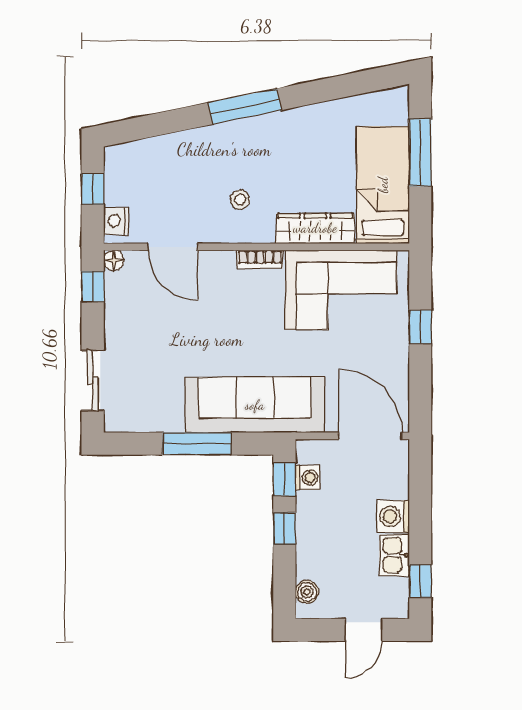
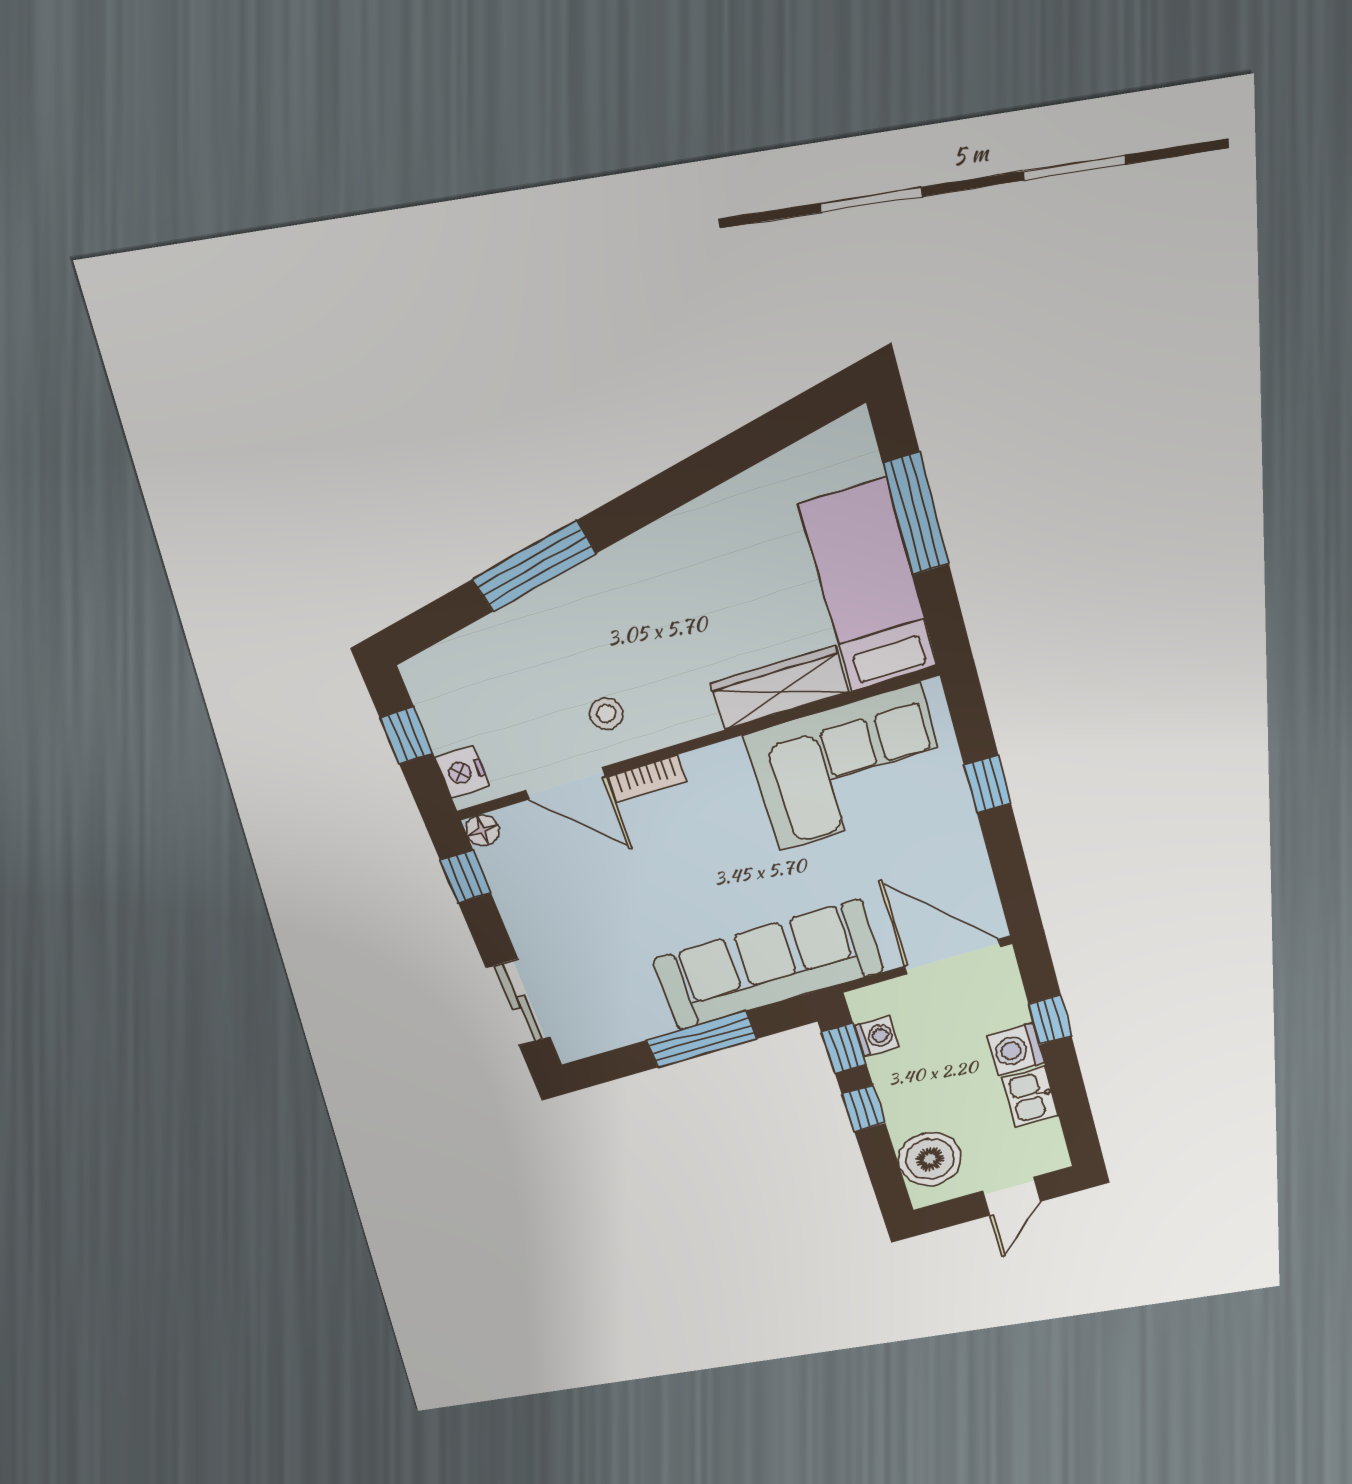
window: (245, 106) -> (534, 566), moved
stool: (240, 200) -> (606, 714), moved
bookcase: (260, 259) -> (647, 779), moved
window: (420, 581) -> (1050, 1020), moved
boiler: (307, 592) -> (930, 1159), width x1.86, depth x1.86

